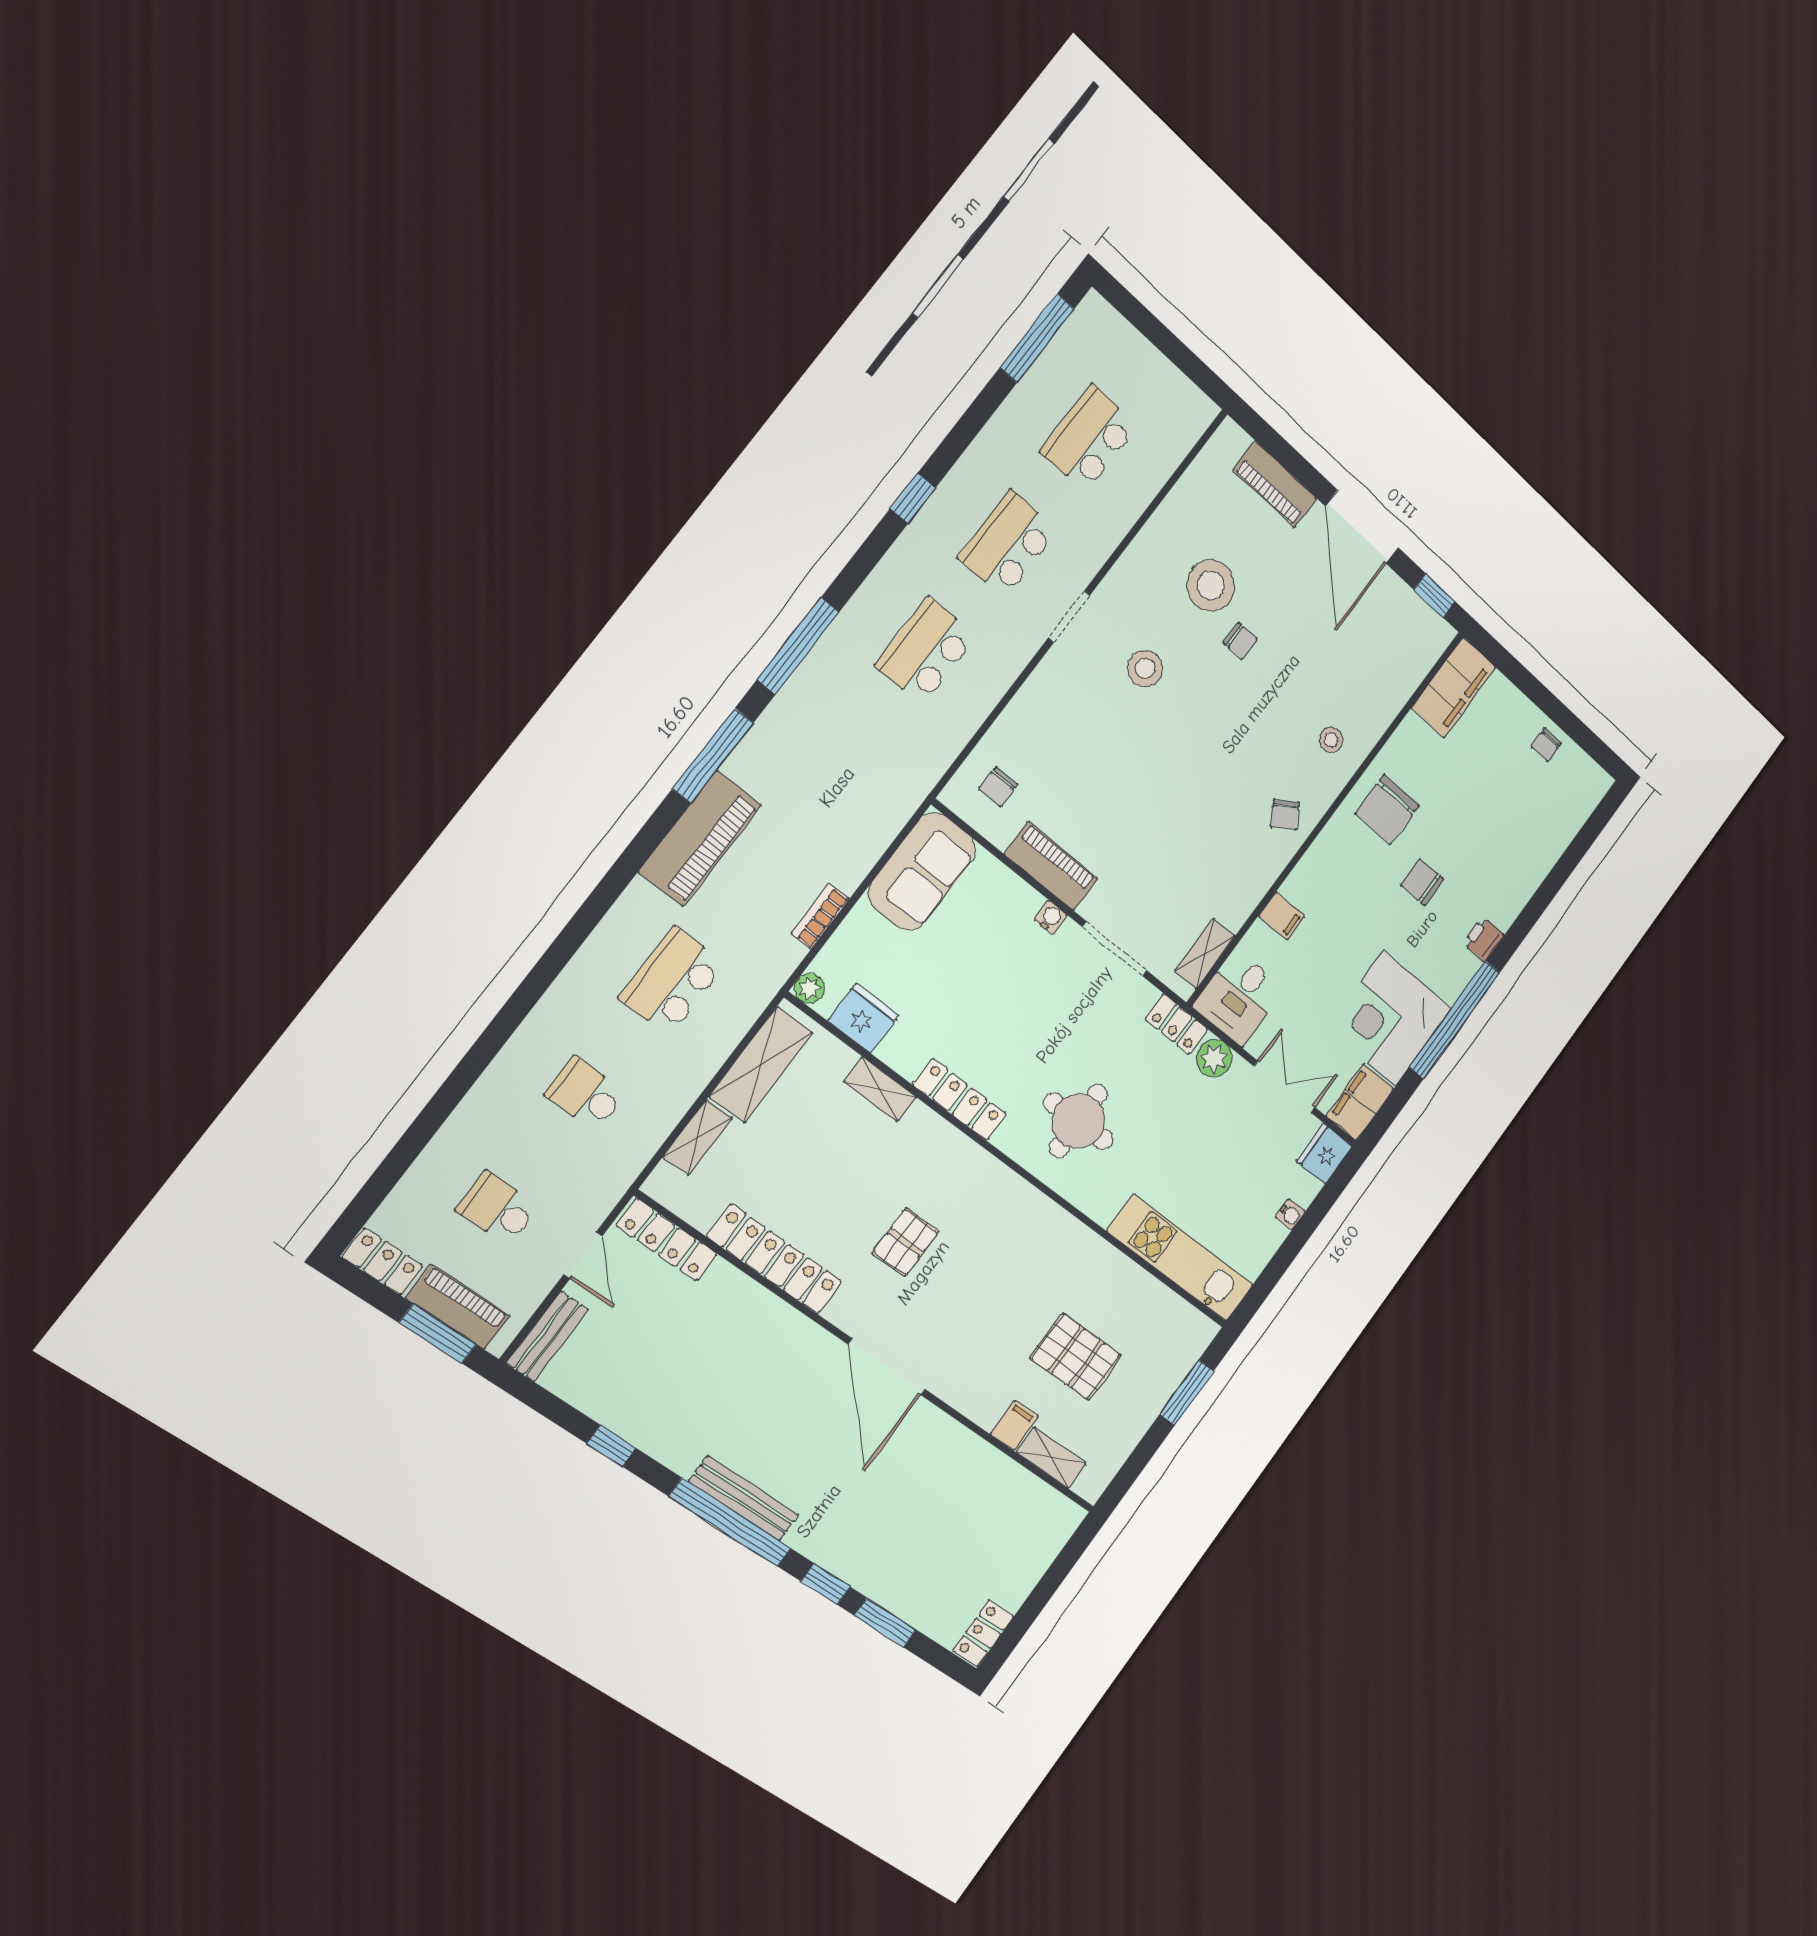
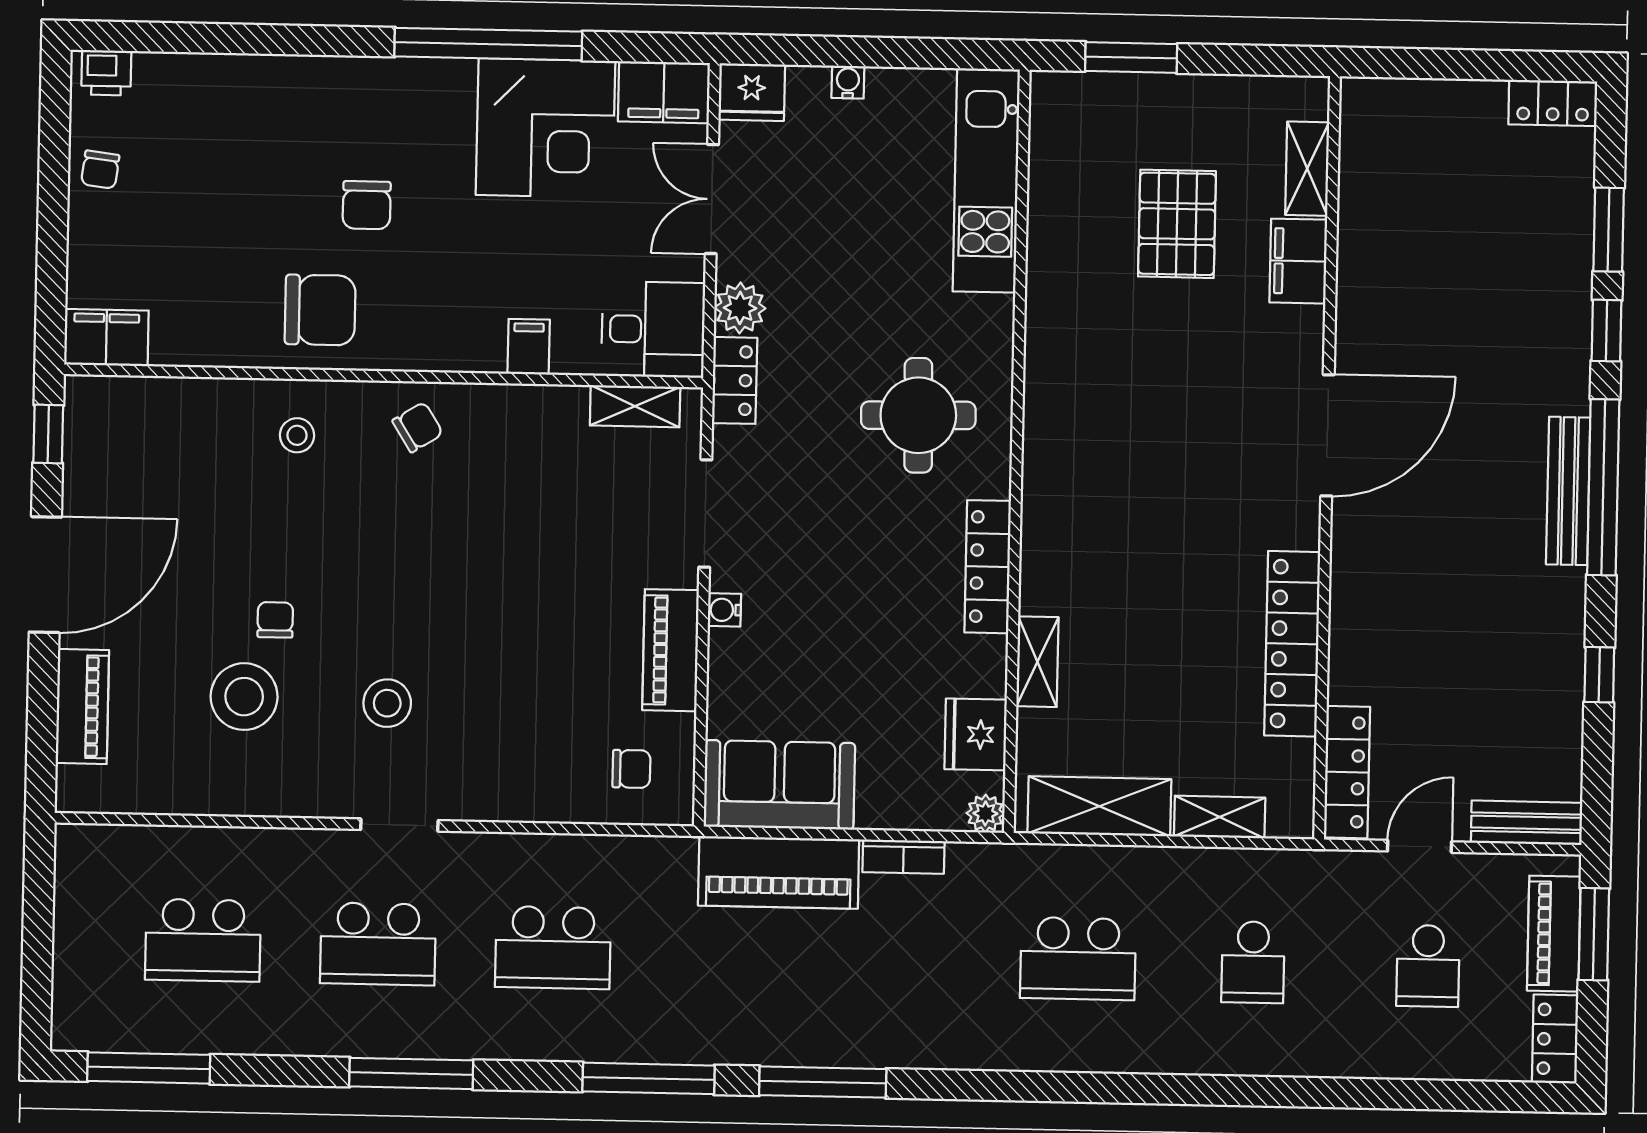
window: (913, 498) -> (411, 1073), width x2.17
filing cabinet: (1454, 687) -> (106, 338), width x0.67, depth x0.86
chair: (1546, 745) -> (100, 170), turned 97
piano: (700, 839) -> (779, 872), moved, turned 180
printer: (1484, 939) -> (106, 73), moved
pallet: (905, 1242) -> (1180, 514), removed
filing cabinet: (1014, 1425) -> (1298, 261), width x2.00

